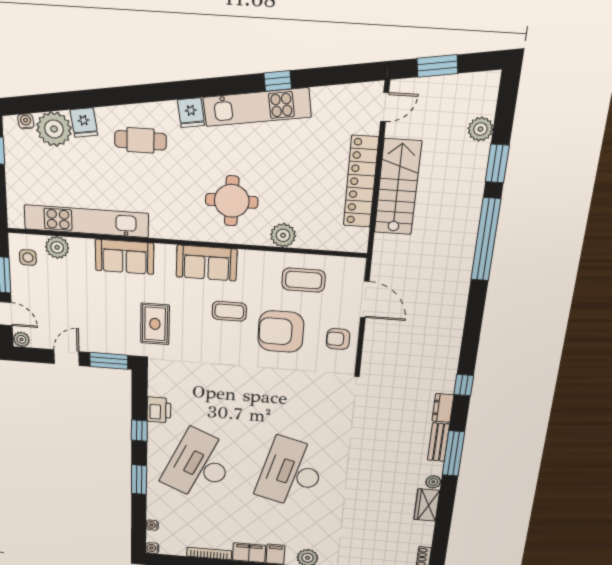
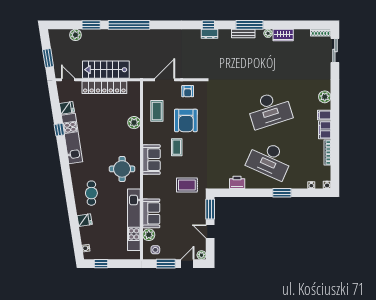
fridge: (191, 113) -> (67, 108), moved
plant: (54, 129) -> (89, 235), removed
round table: (232, 201) -> (122, 169), moved
sofa: (125, 257) -> (151, 213), moved
dresser: (443, 408) -> (210, 34), moved
window: (139, 430) -> (251, 193), removed
desk: (291, 473) -> (270, 110), turned -33

